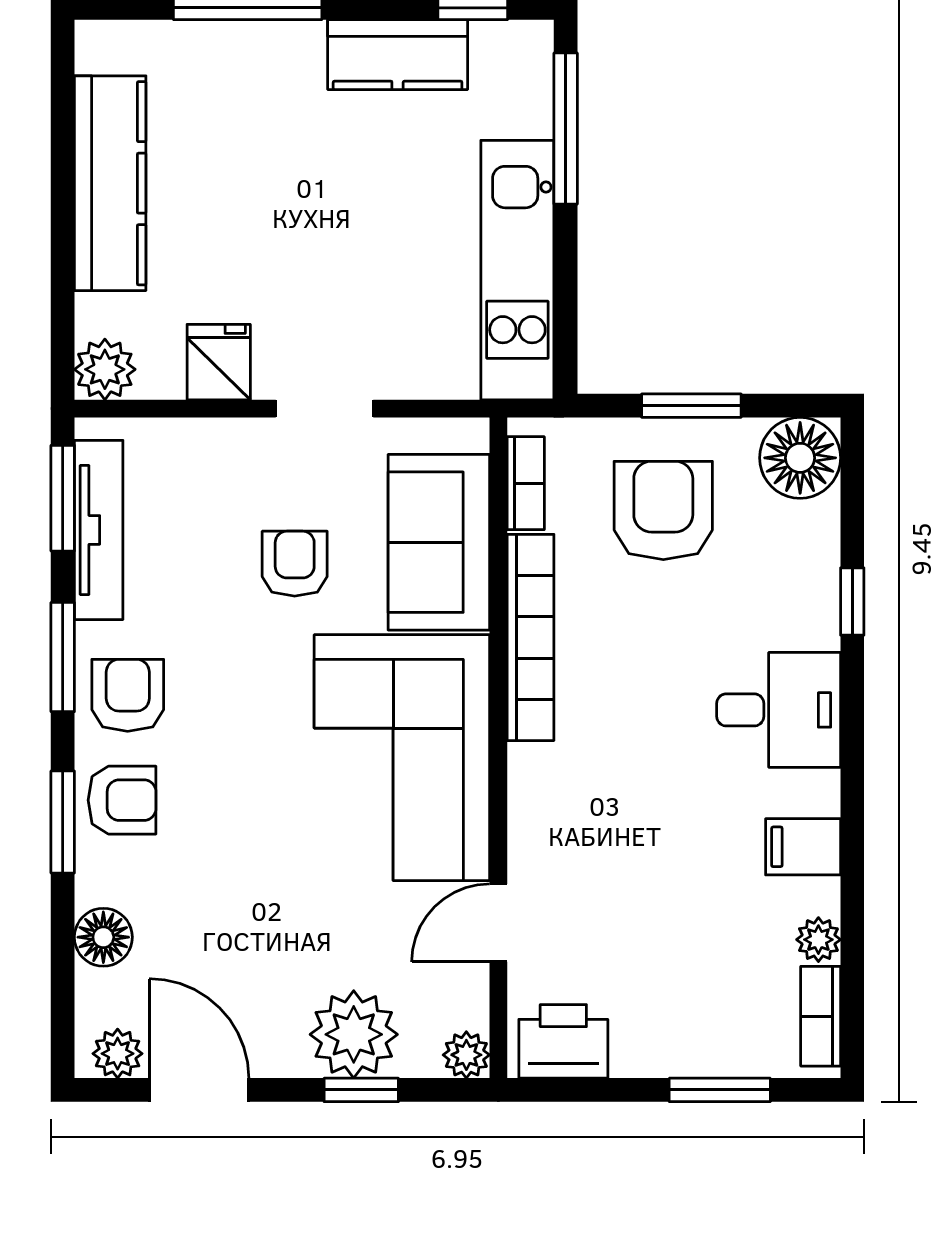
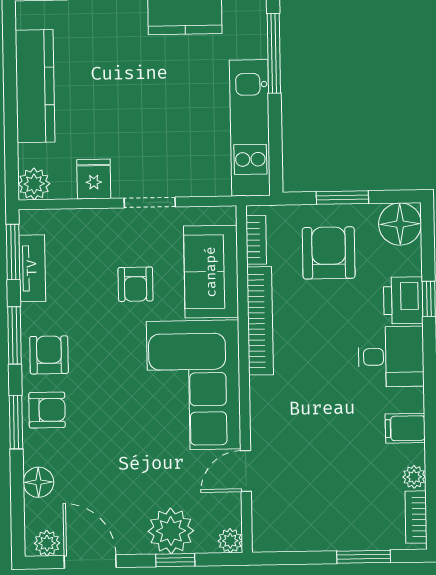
tv unit: (99, 530) -> (32, 268), width x0.71
armchair: (295, 564) -> (136, 284), turned 180
printer: (563, 1041) -> (403, 300), moved, turned -90

